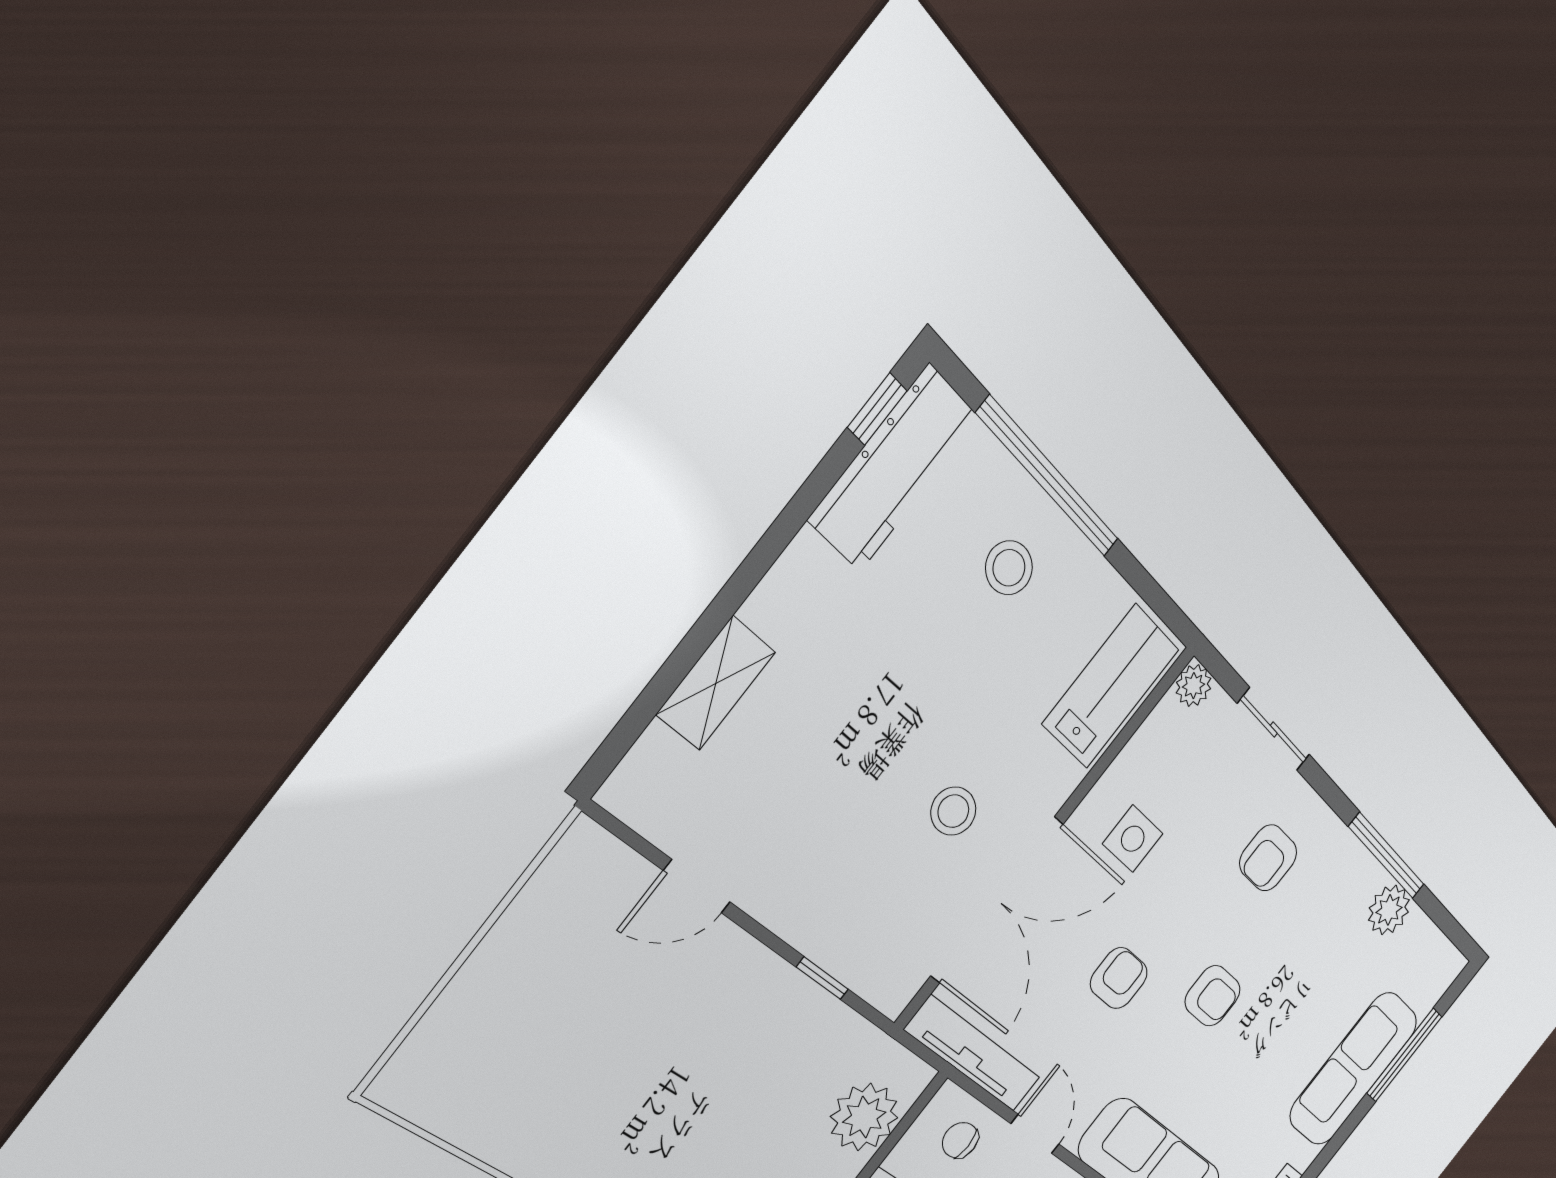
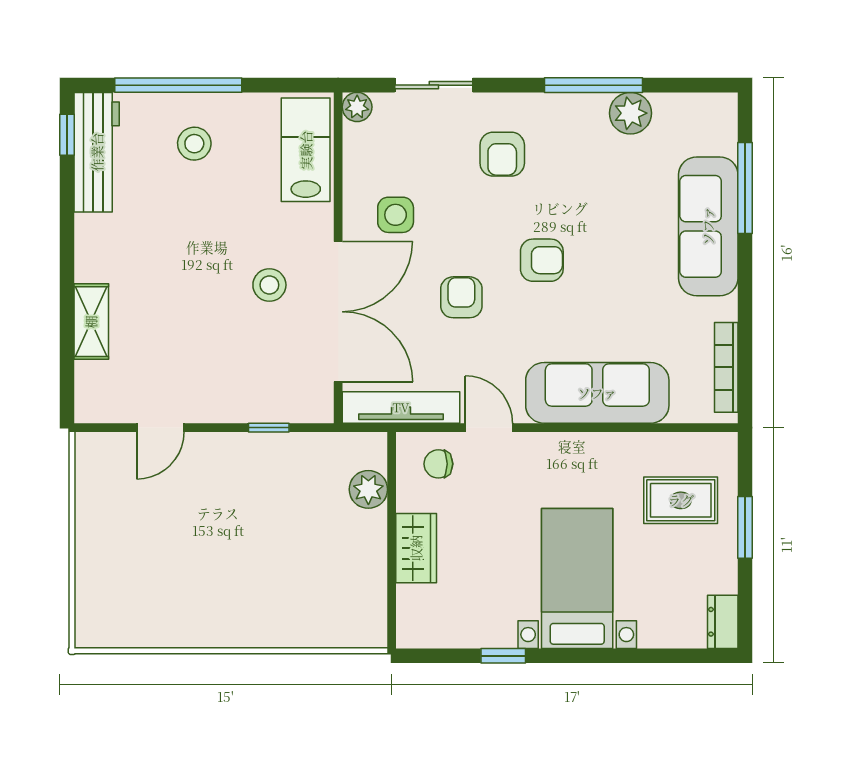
plant: (864, 1117) -> (368, 489), width x0.73, depth x0.73

